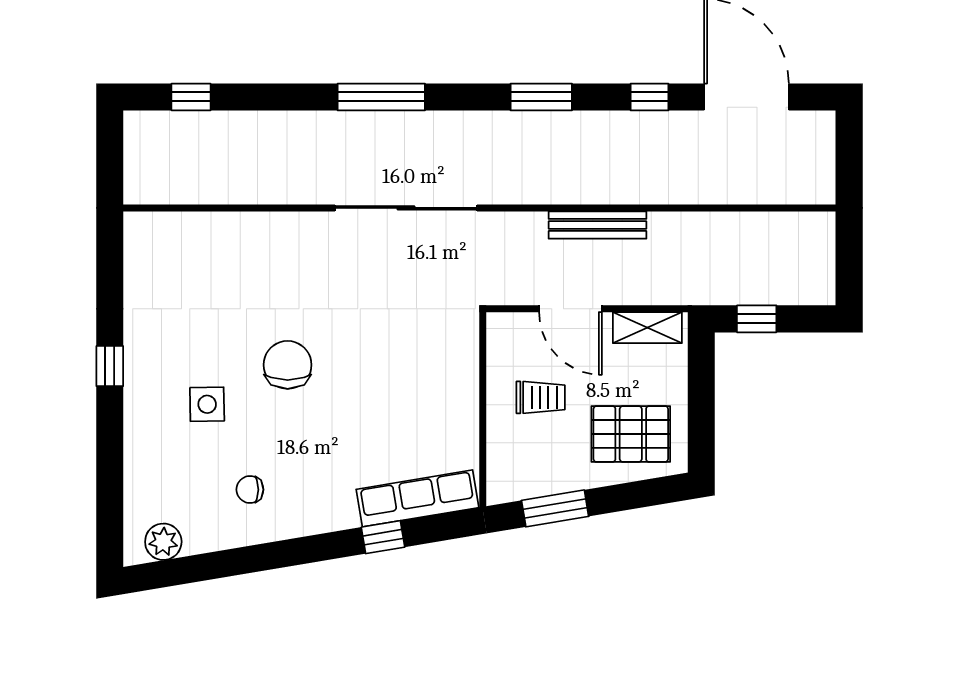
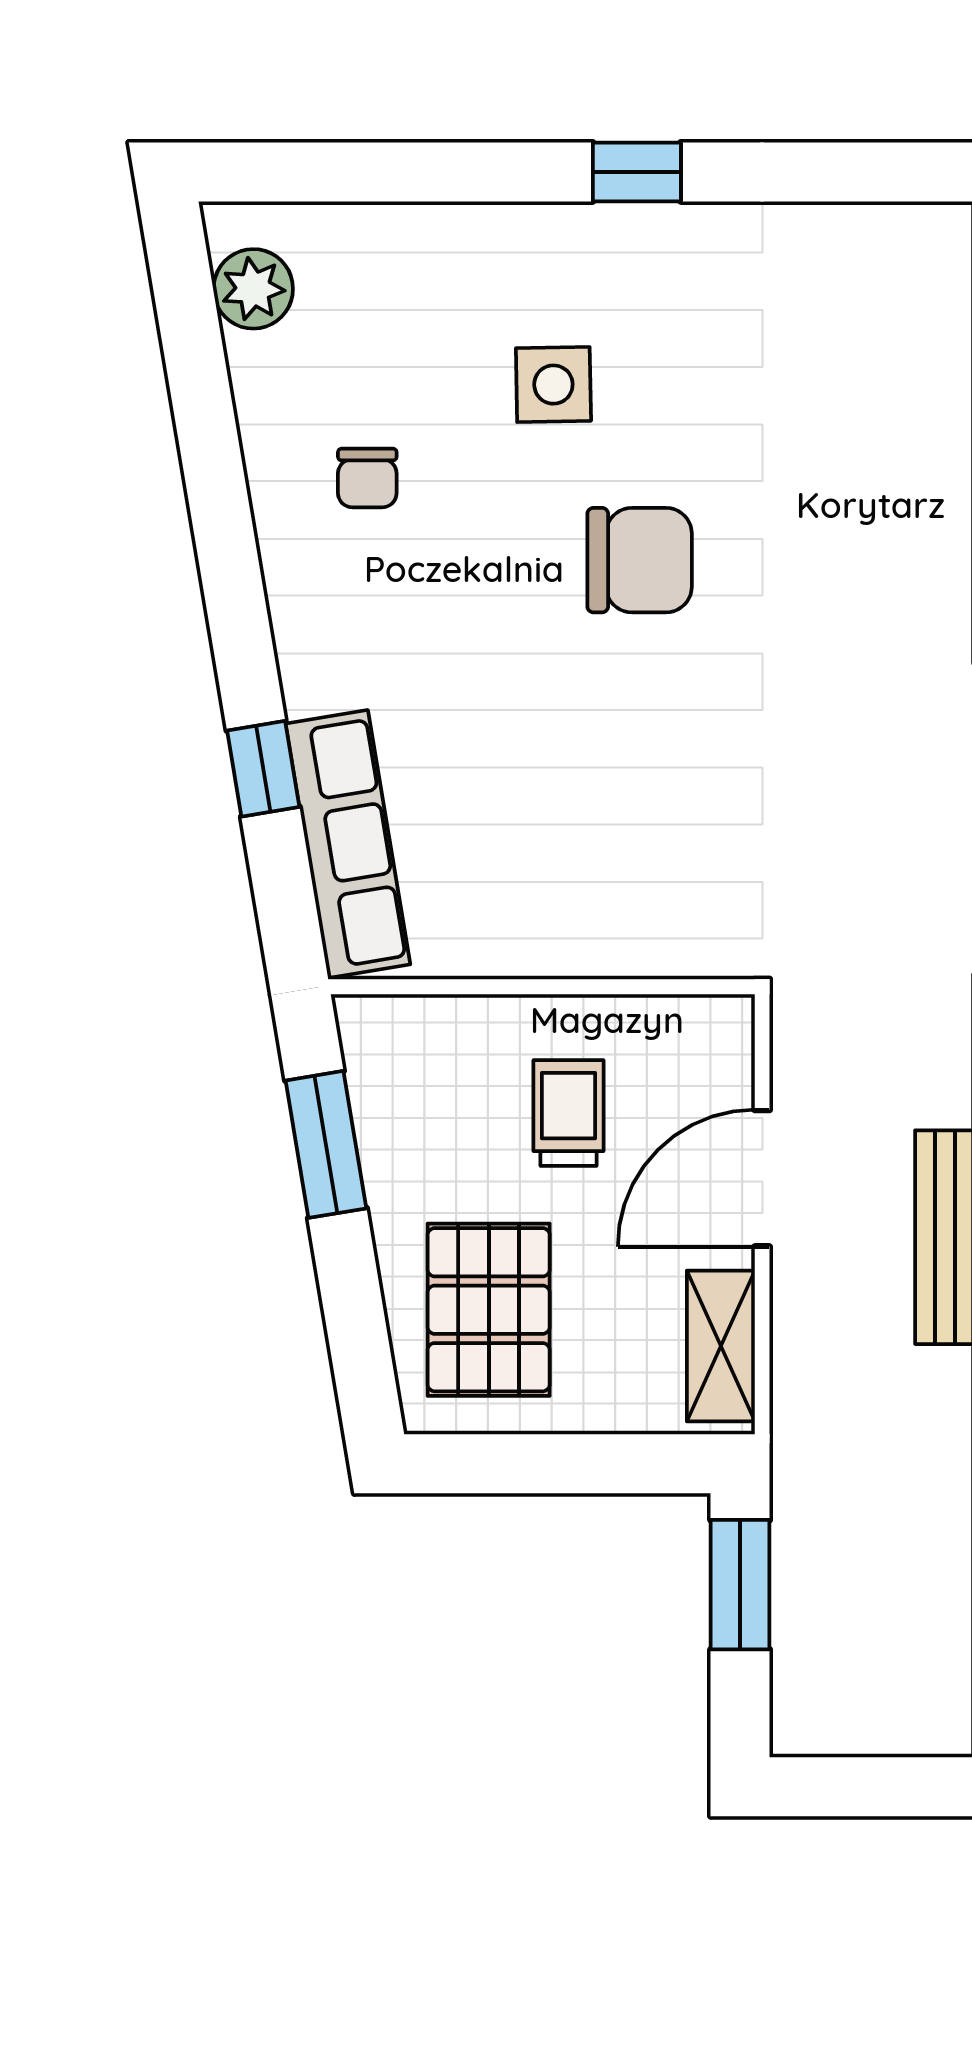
window: (757, 319) -> (740, 1585), width x1.50
trolley: (541, 397) -> (568, 1113), turned 180
chair: (250, 490) -> (367, 478), turned 180

